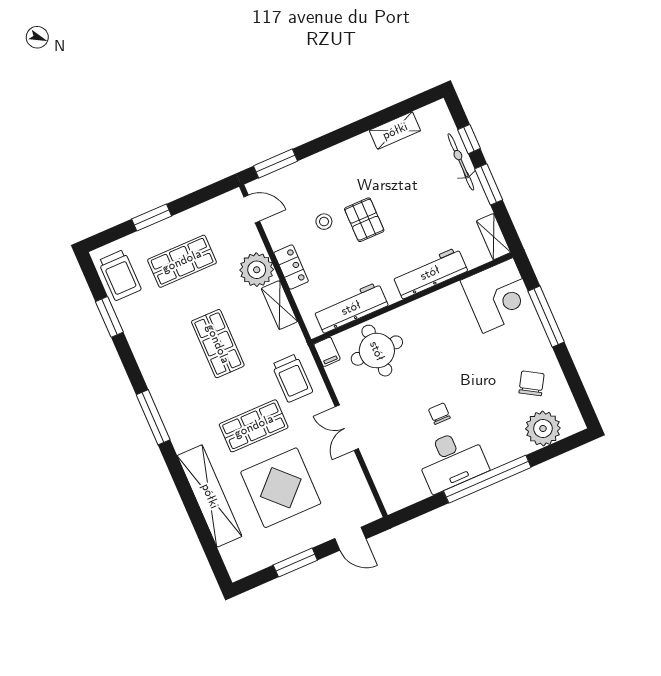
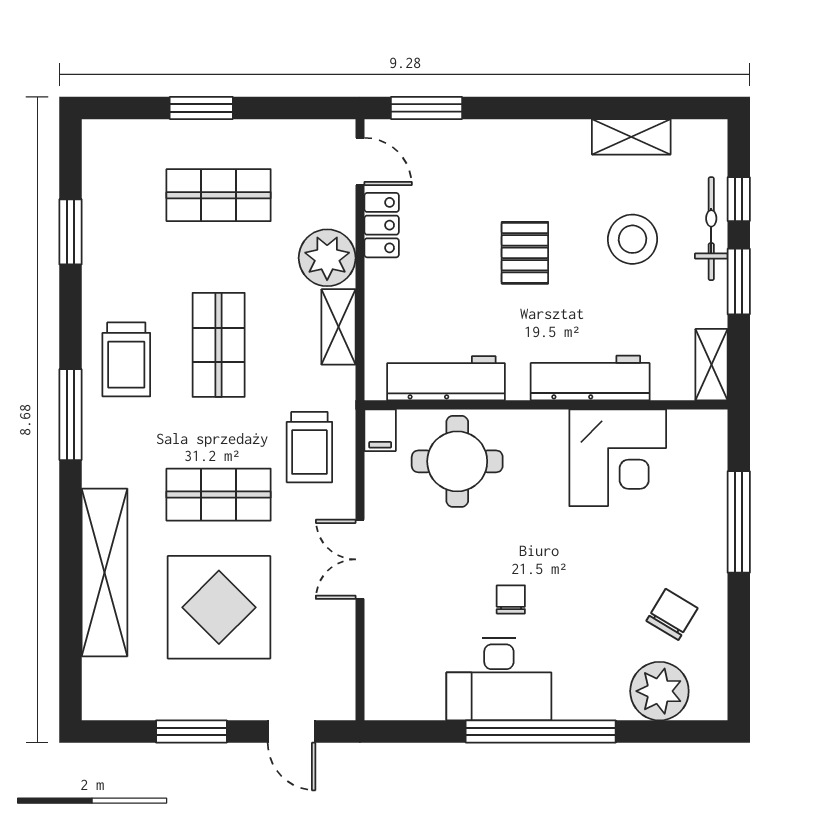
stool: (324, 222) -> (633, 239), moved, width x1.89, depth x1.89
locker: (291, 267) -> (382, 225), moved
trolley: (120, 275) -> (126, 359), moved
corner desk: (498, 296) -> (618, 458), moved

